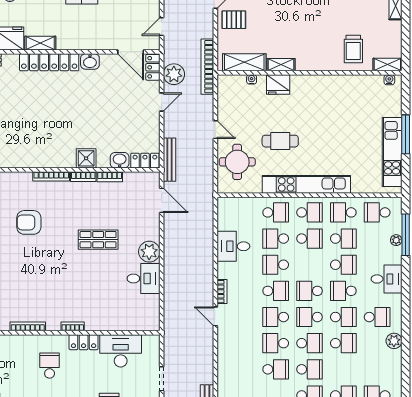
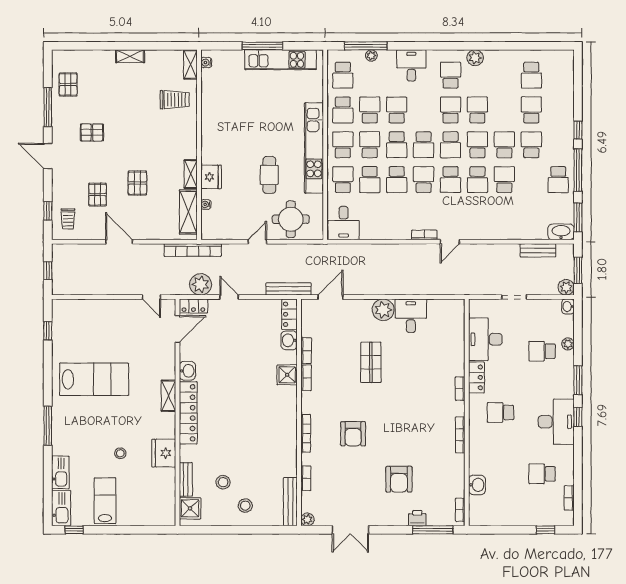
pallet: (234, 20) -> (137, 183), moved
shelving: (40, 43) -> (169, 396), moved
bookcase: (51, 176) -> (306, 433), moved
desk: (233, 246) -> (344, 223), moved
school desk: (343, 291) -> (397, 145), moved

